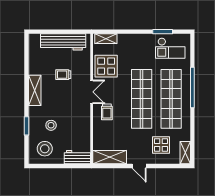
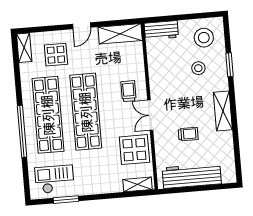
door: (139, 166) -> (82, 26), swing flipped

